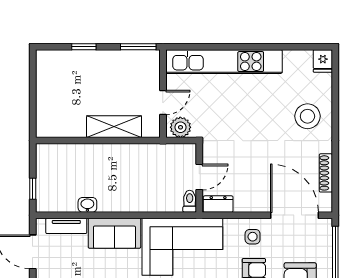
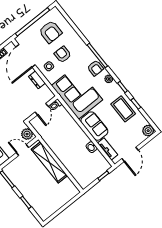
shelving: (114, 127) -> (49, 162), width x1.47
door: (199, 177) -> (42, 109), swing flipped
dresser: (218, 204) -> (37, 80), moved

